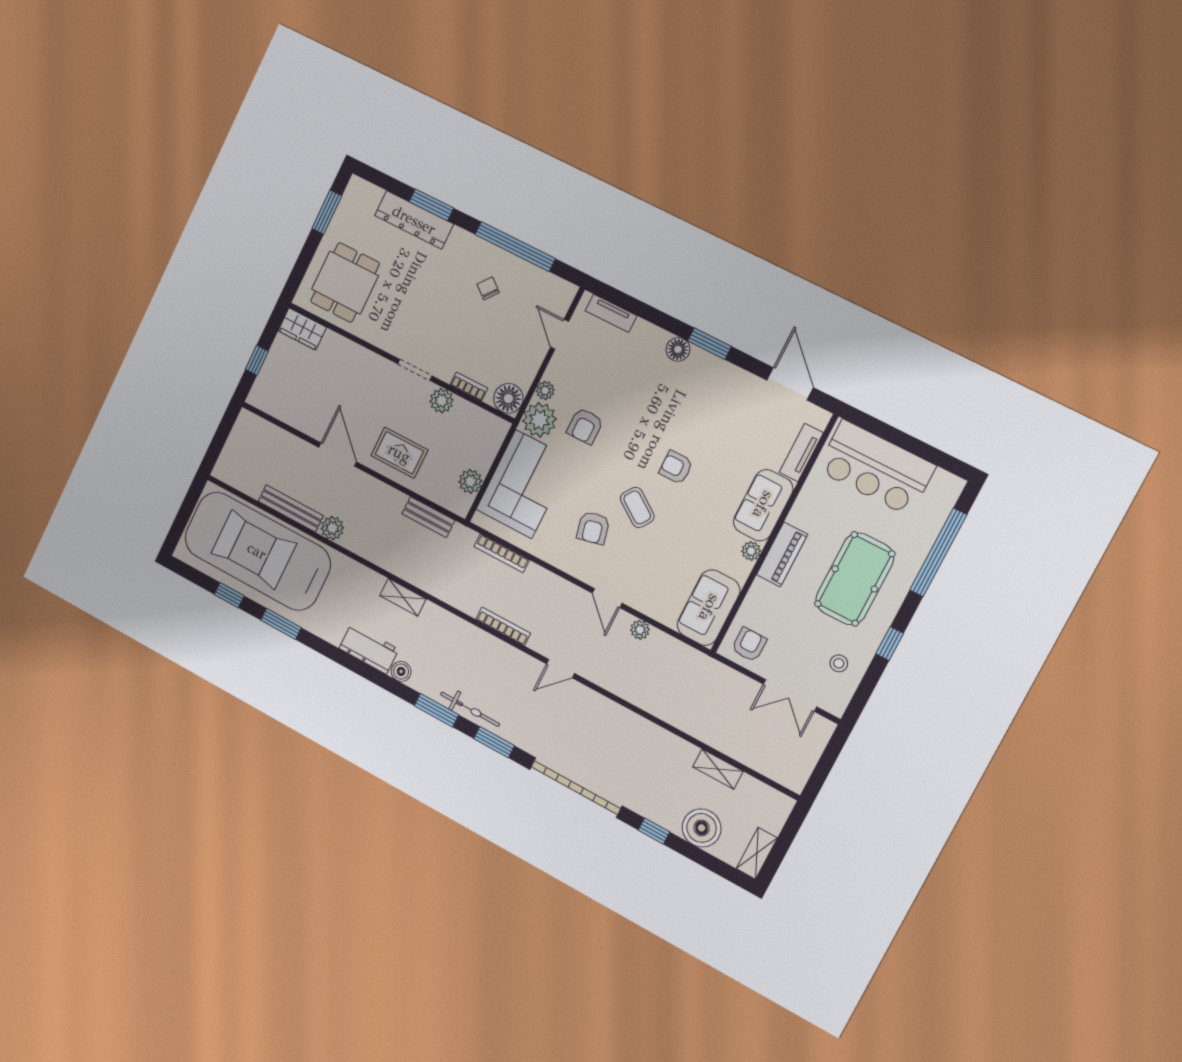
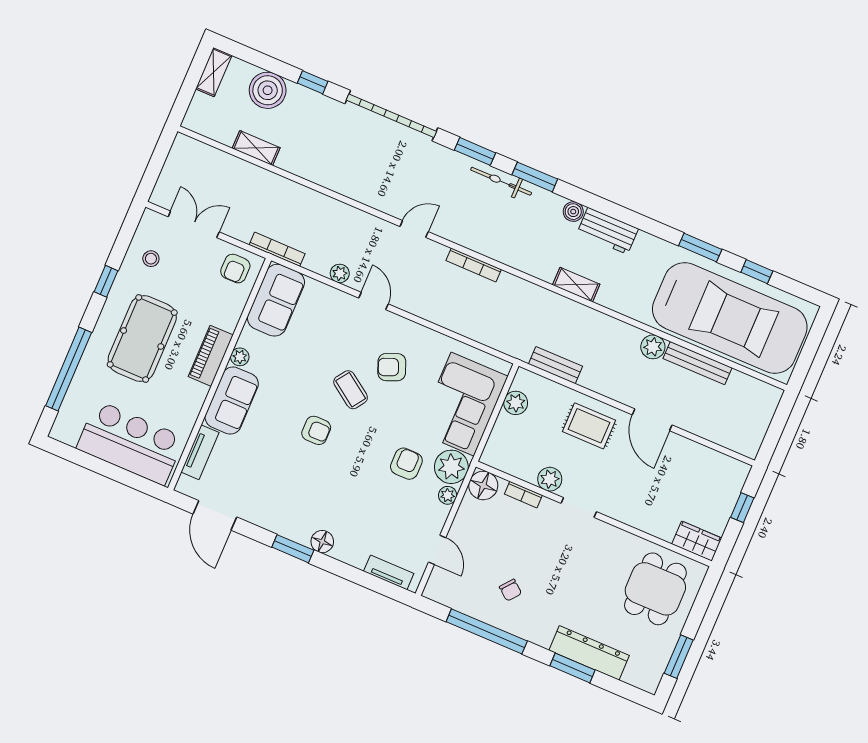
armchair: (593, 528) -> (392, 367), turned -99
bookcase: (502, 553) -> (277, 249), moved

